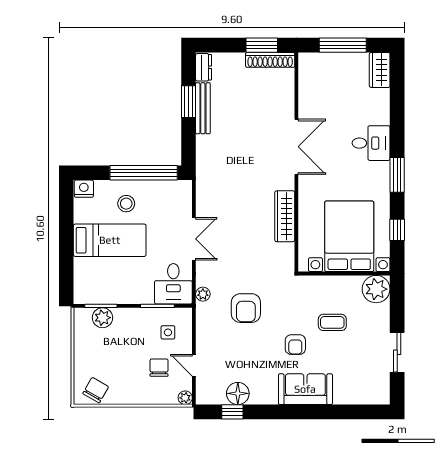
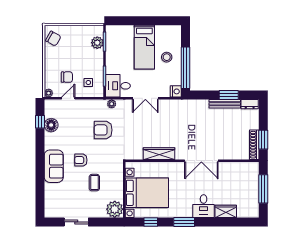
wardrobe: (380, 70) -> (226, 211), moved
nightstand: (84, 189) -> (176, 91), moved

